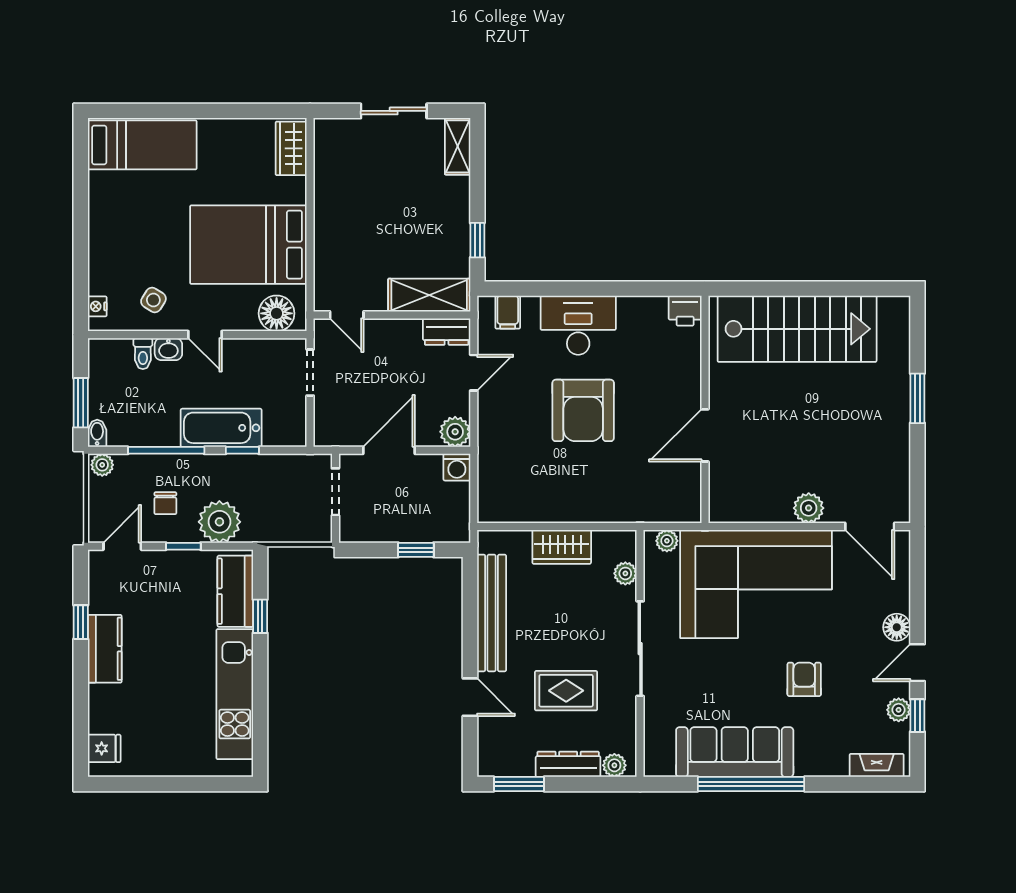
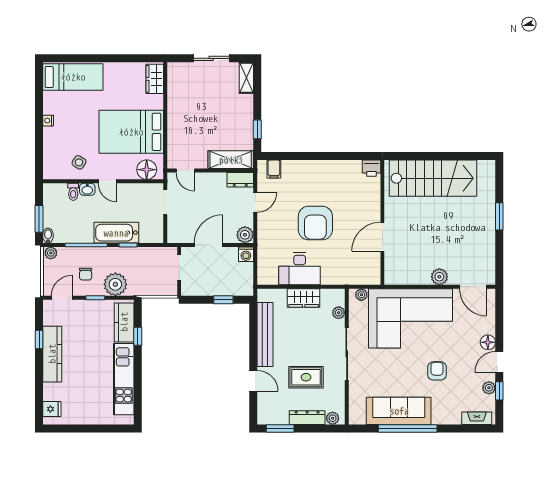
nightstand: (97, 306) -> (48, 121), moved
desk: (578, 325) -> (300, 269), moved, turned 180
kitchen counter: (105, 649) -> (52, 354), width x1.50

